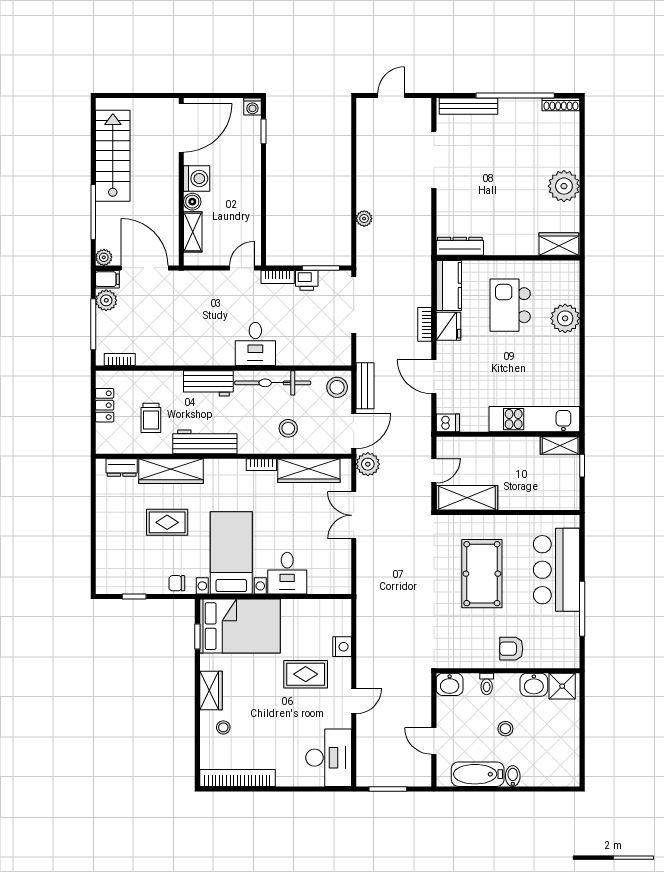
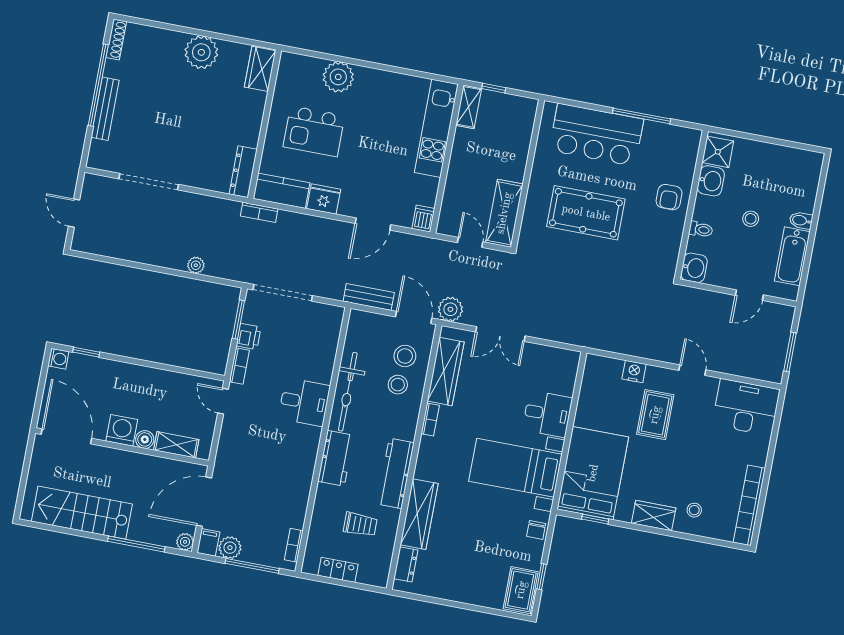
bench: (468, 106) -> (105, 109), moved
bookcase: (425, 324) -> (259, 212), moved
stool: (337, 387) -> (405, 356), moved
rug: (167, 522) -> (521, 590), moved

